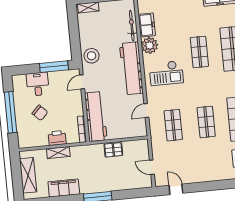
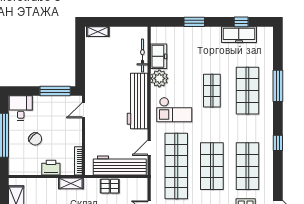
stool: (92, 56) -> (96, 83), removed
desk: (38, 84) -> (21, 108), moved
workbench: (96, 116) -> (120, 165), moved, turned -90
shop shelf: (206, 122) -> (212, 166), width x1.43, depth x1.36
shop shelf: (173, 125) -> (176, 166), width x2.00, depth x1.36
shelving: (58, 153) -> (71, 183), moved

